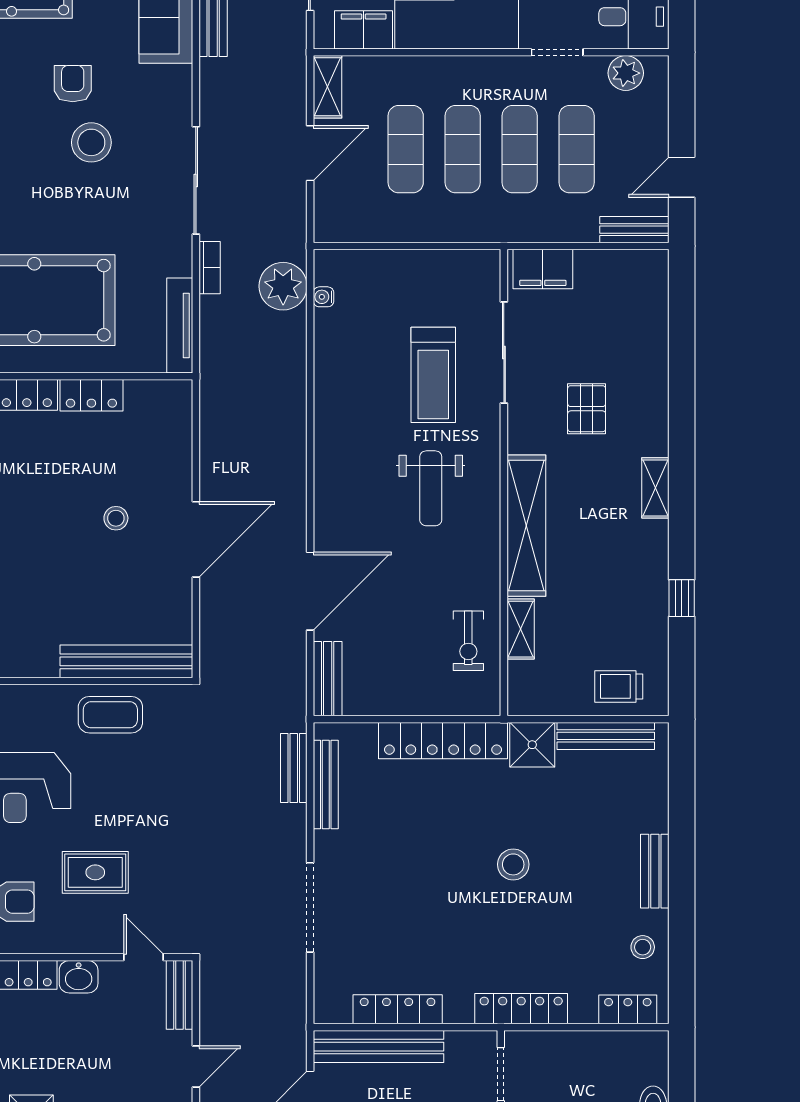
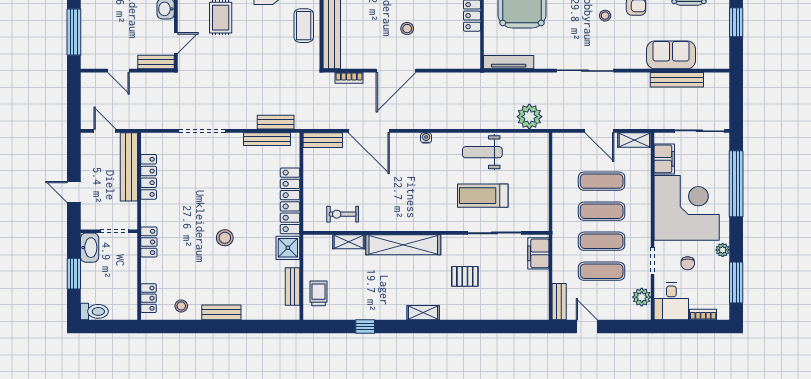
stool: (91, 142) -> (605, 16), width x0.53, depth x0.53
bookcase: (210, 268) -> (349, 78), moved
water cooler: (323, 297) -> (426, 138), moved
weight bench: (431, 488) -> (482, 152), moved
door: (196, 539) -> (396, 71), hinge flipped
bench: (606, 736) -> (292, 287), width x0.73
locker: (521, 1009) -> (149, 242), width x0.66

